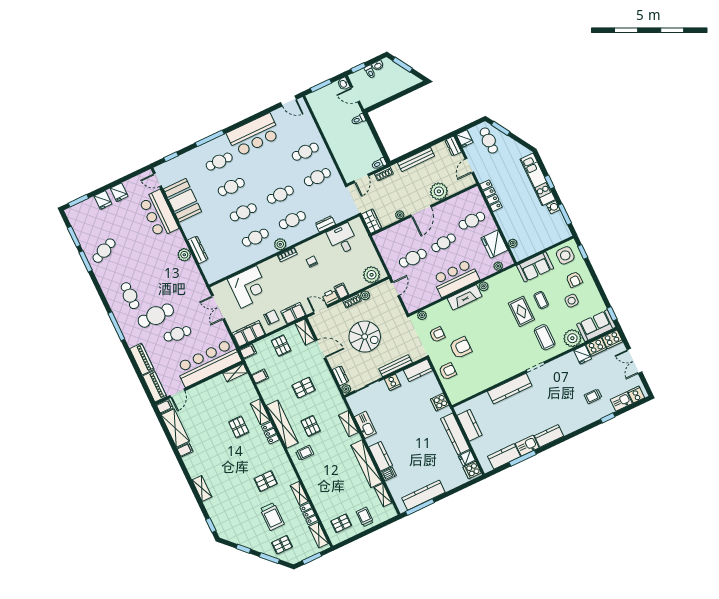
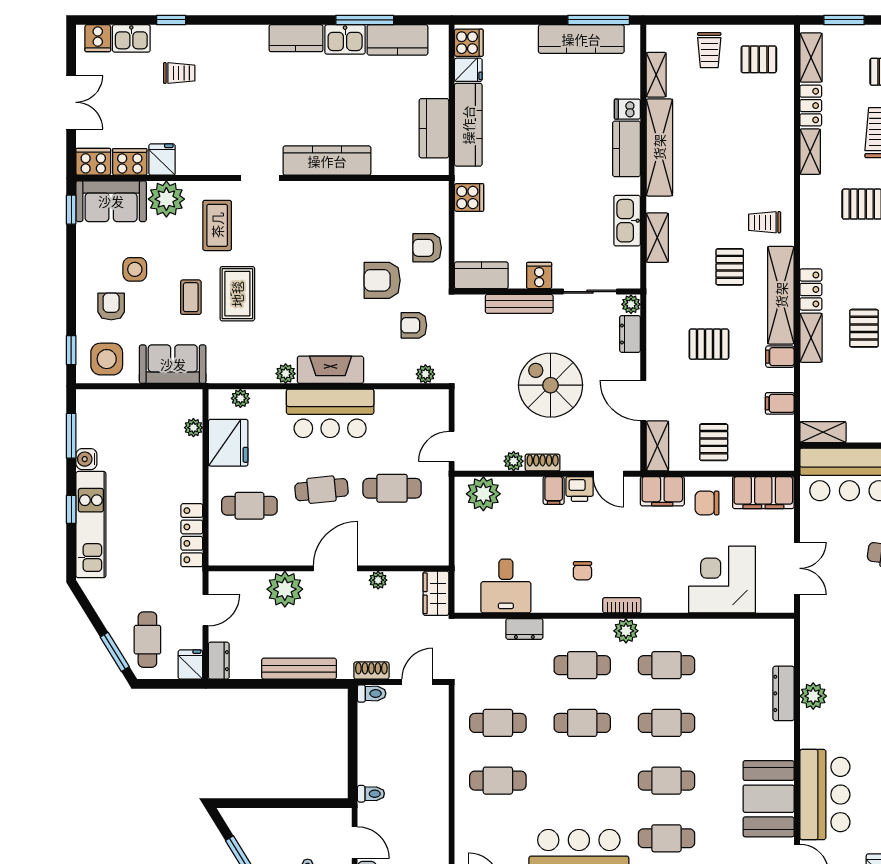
filing cabinet: (248, 351) -> (780, 357), moved

